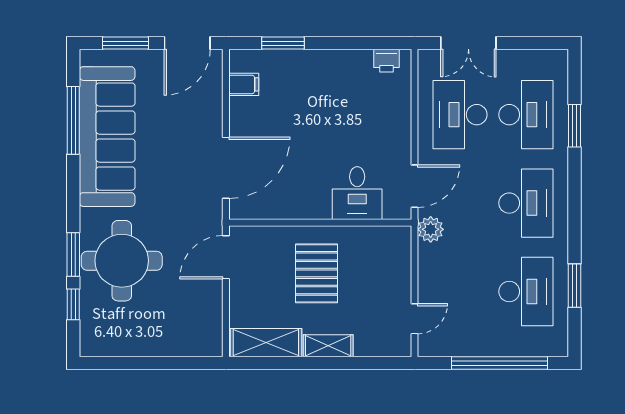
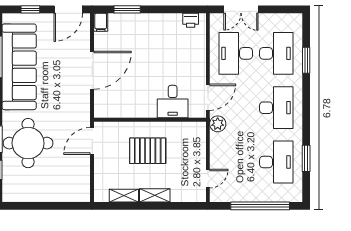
window: (125, 43) -> (30, 9), width x0.67
filing cabinet: (244, 84) -> (101, 22), moved, turned 90
door: (226, 168) -> (92, 70), moved
pallet: (316, 273) -> (148, 151), turned 90
shelving: (266, 343) -> (124, 196), width x0.67, depth x0.75

